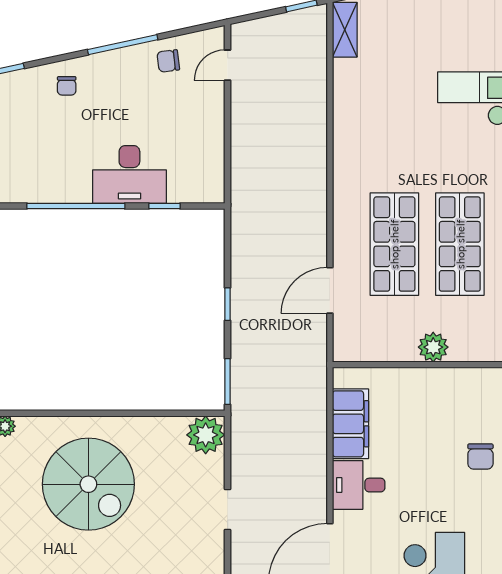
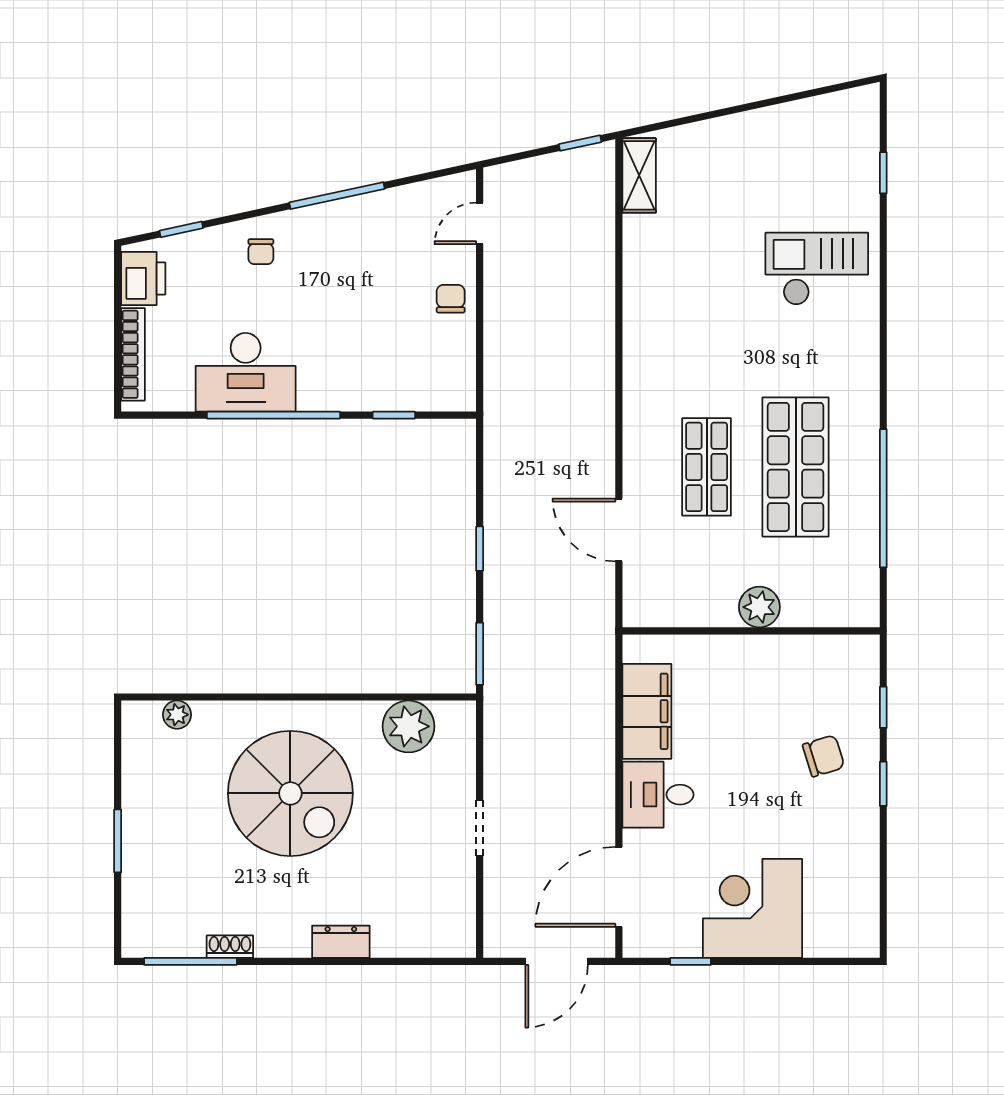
chair: (168, 61) -> (451, 299), moved, turned 97
desk: (129, 174) -> (246, 372), moved
shop shelf: (394, 244) -> (707, 467), width x0.70, depth x0.74
door: (330, 290) -> (619, 530), hinge flipped
plant: (206, 435) -> (408, 726), moved
chair: (480, 457) -> (824, 756), turned -107

